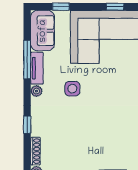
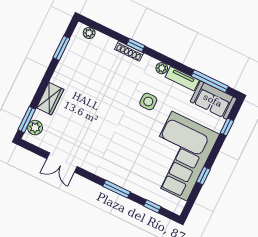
window: (27, 60) -> (210, 81), moved
shoe rack: (35, 151) -> (129, 51), moved

